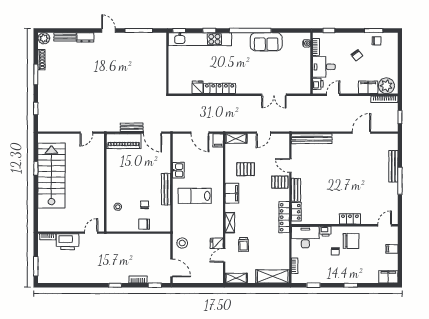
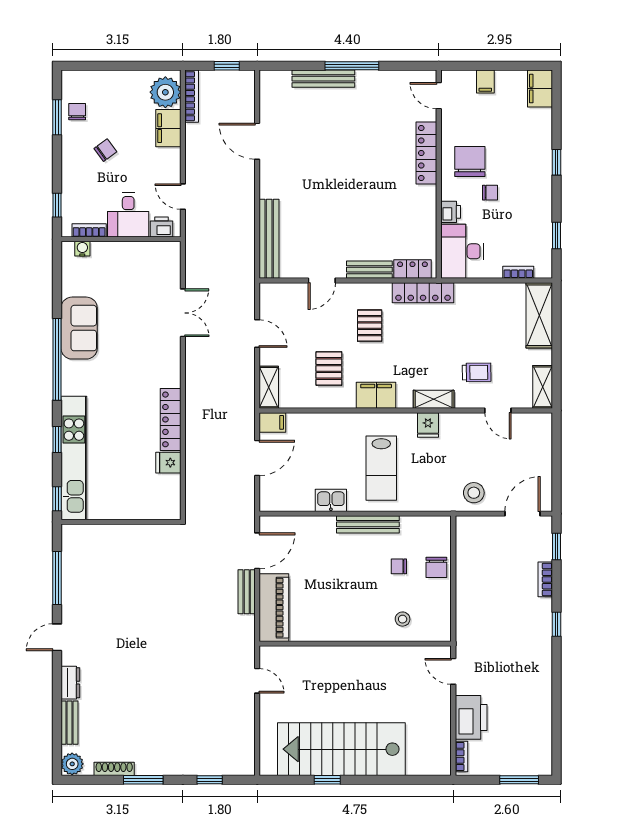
pallet: (280, 182) -> (370, 326), moved
locker: (350, 219) -> (426, 153), width x1.53
fridge: (217, 243) -> (428, 425), moved

